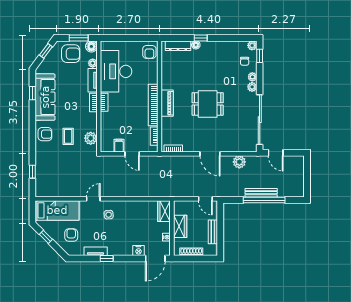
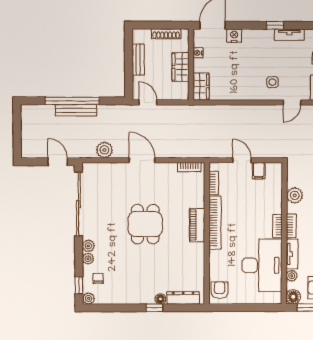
dining table: (208, 104) -> (145, 224), turned 90
plant: (91, 138) -> (295, 195), moved

